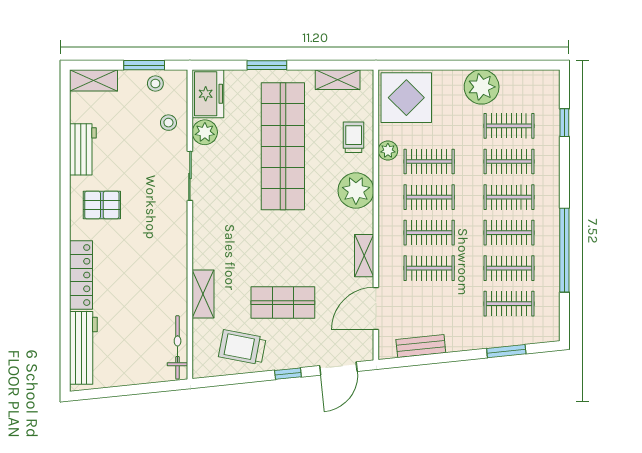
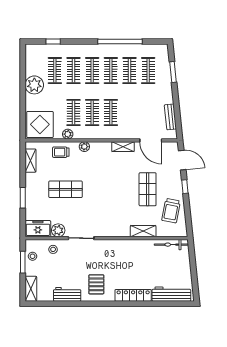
shop shelf: (283, 146) -> (65, 189), width x0.50, depth x0.74
plant: (356, 191) -> (84, 147), width x0.53, depth x0.53
clothes rail: (429, 268) -> (129, 113), removed

